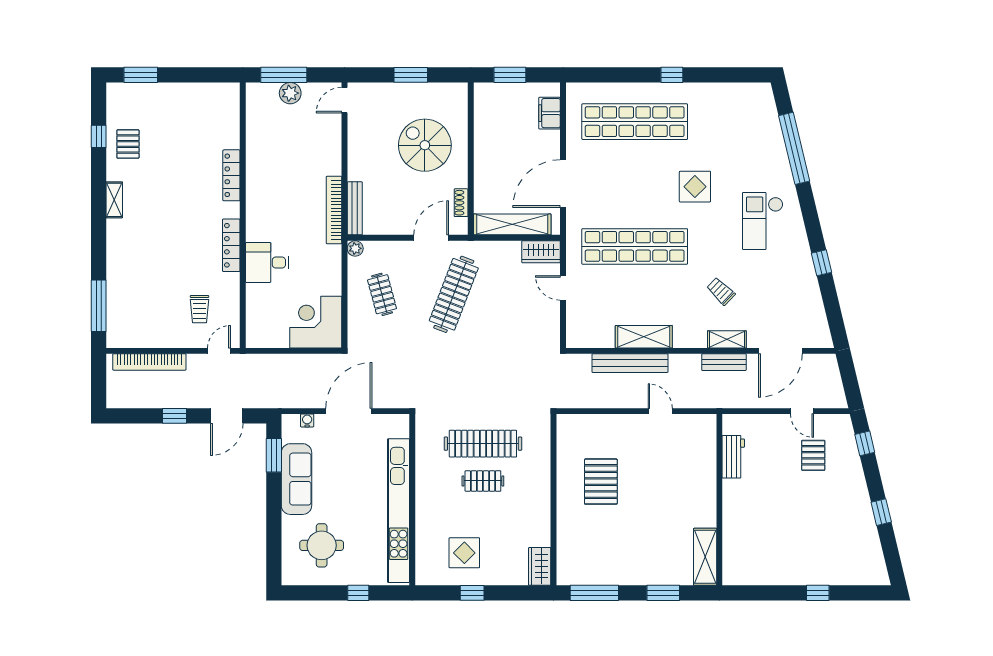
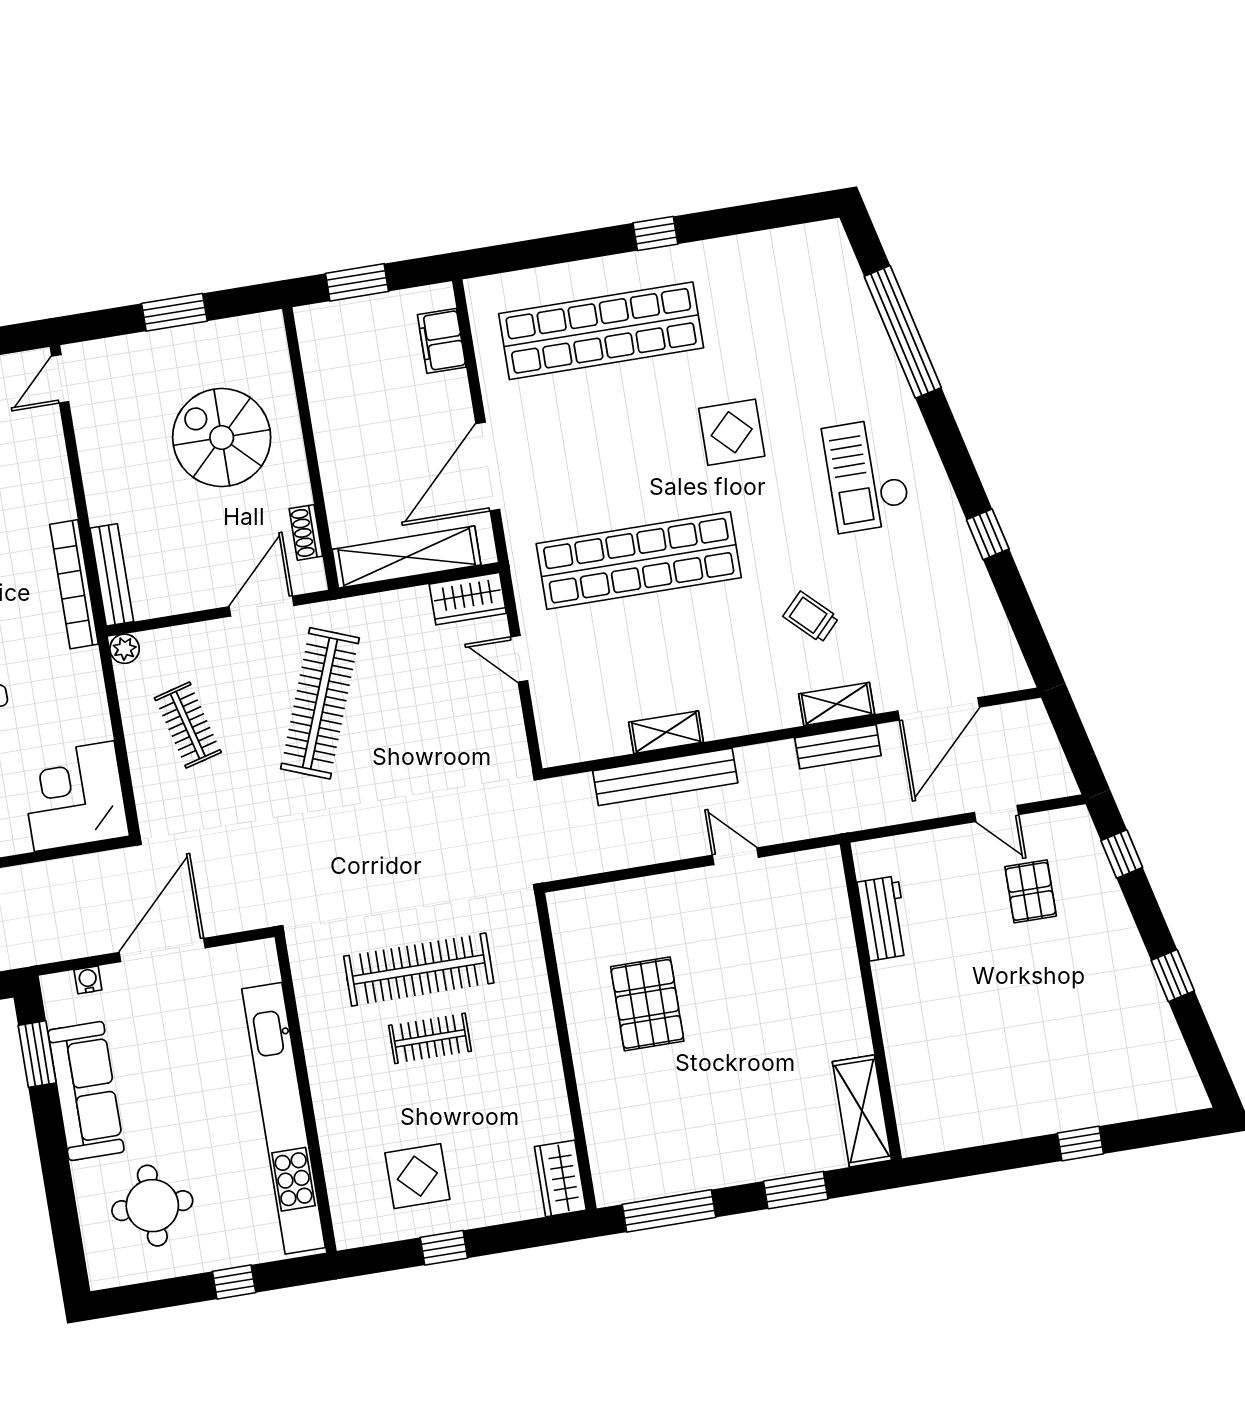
shelving: (644, 337) -> (666, 732), width x0.67, depth x0.75

